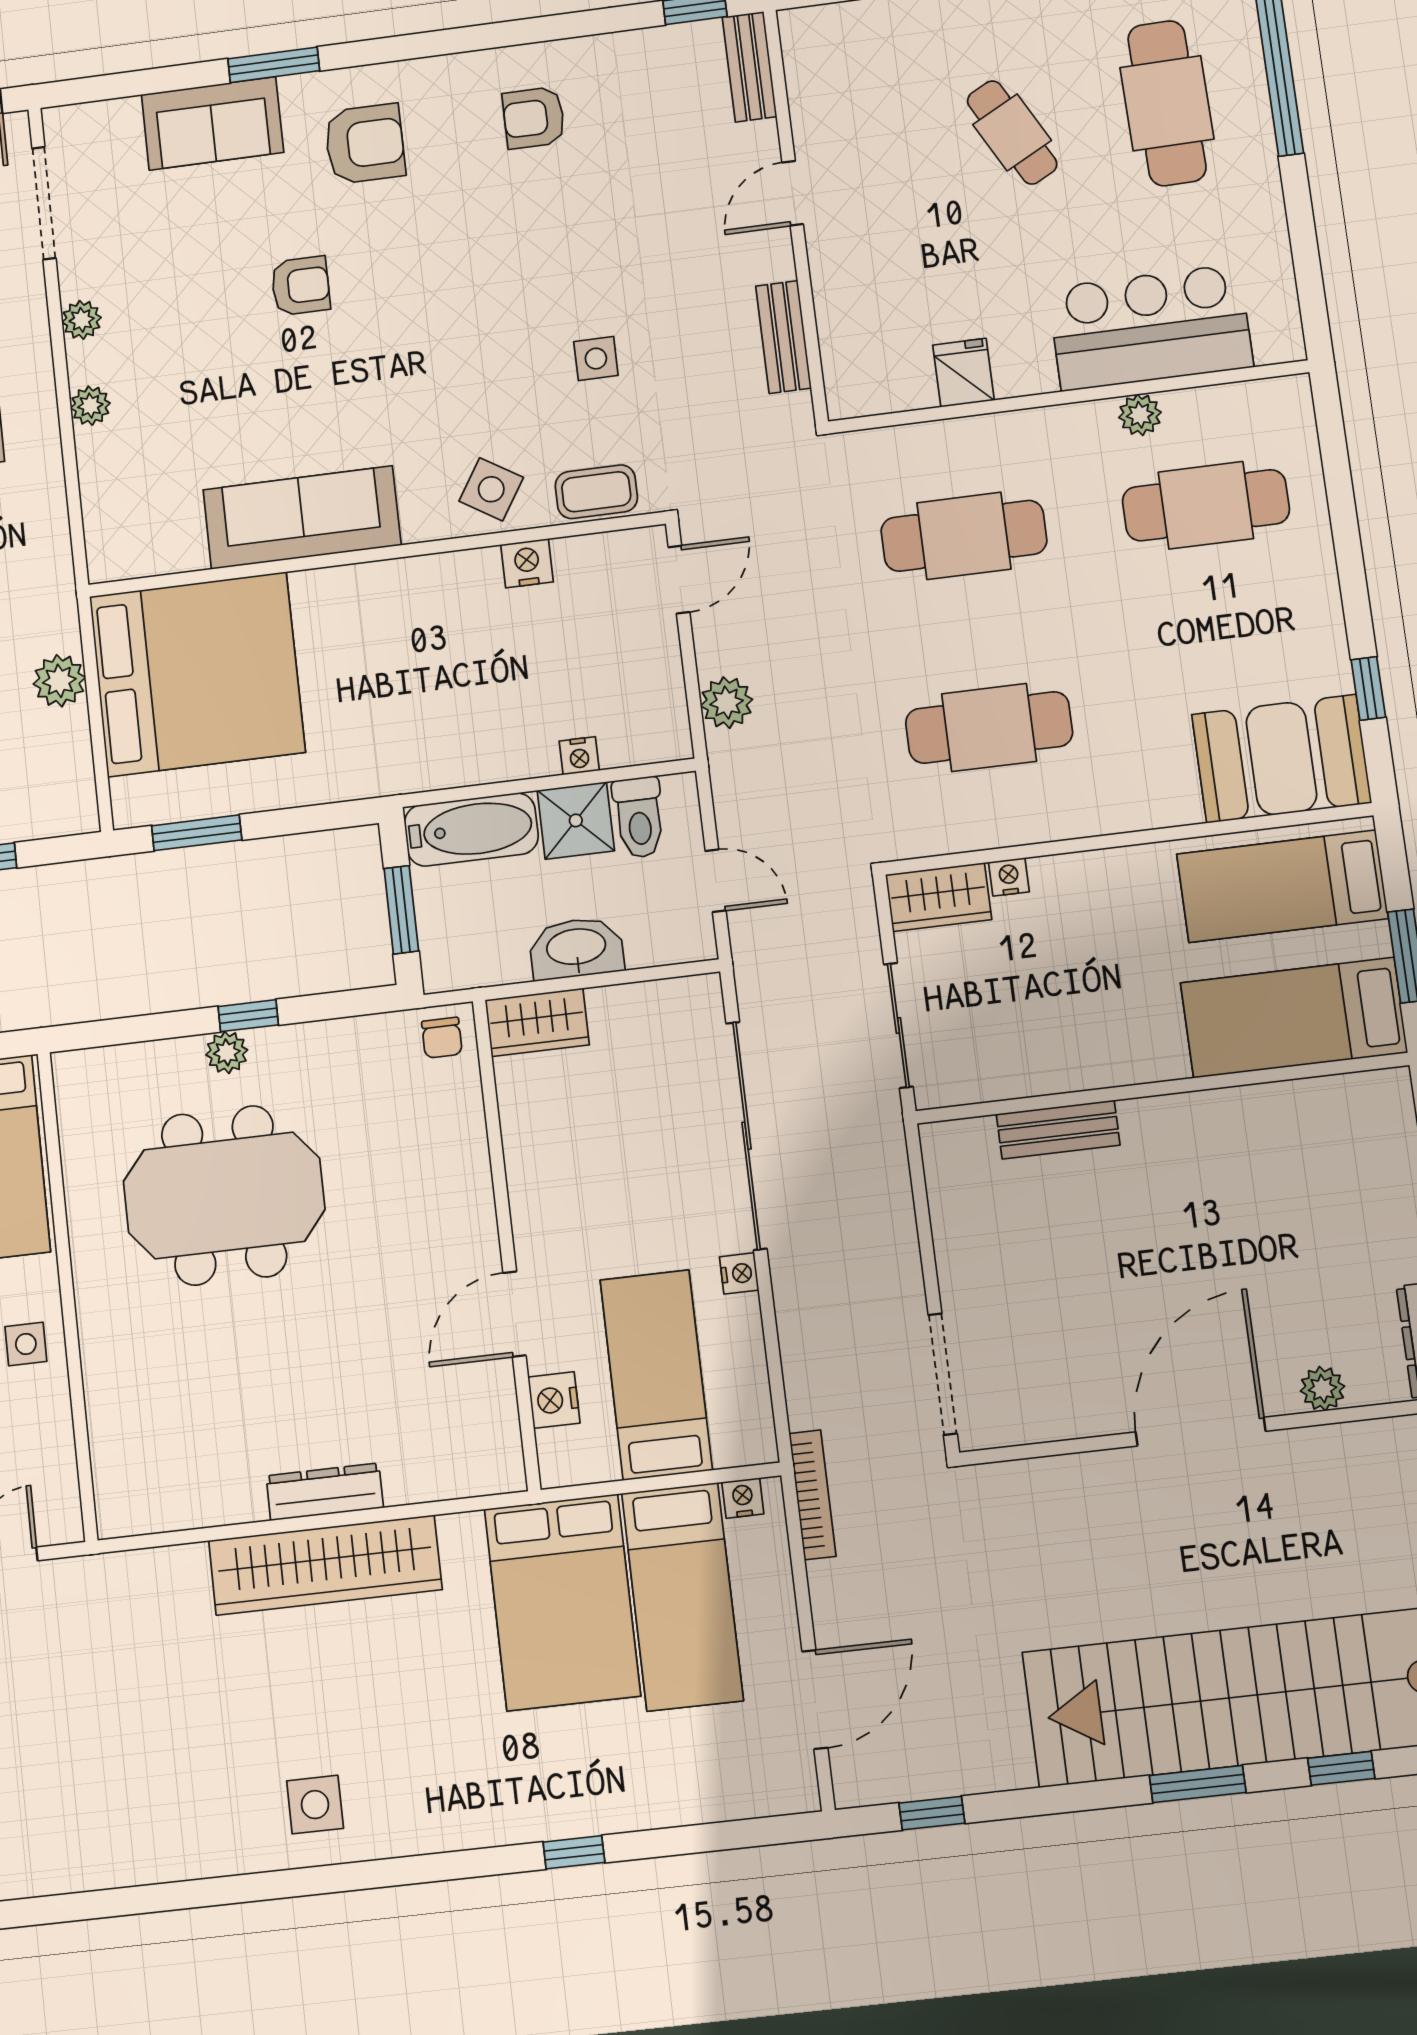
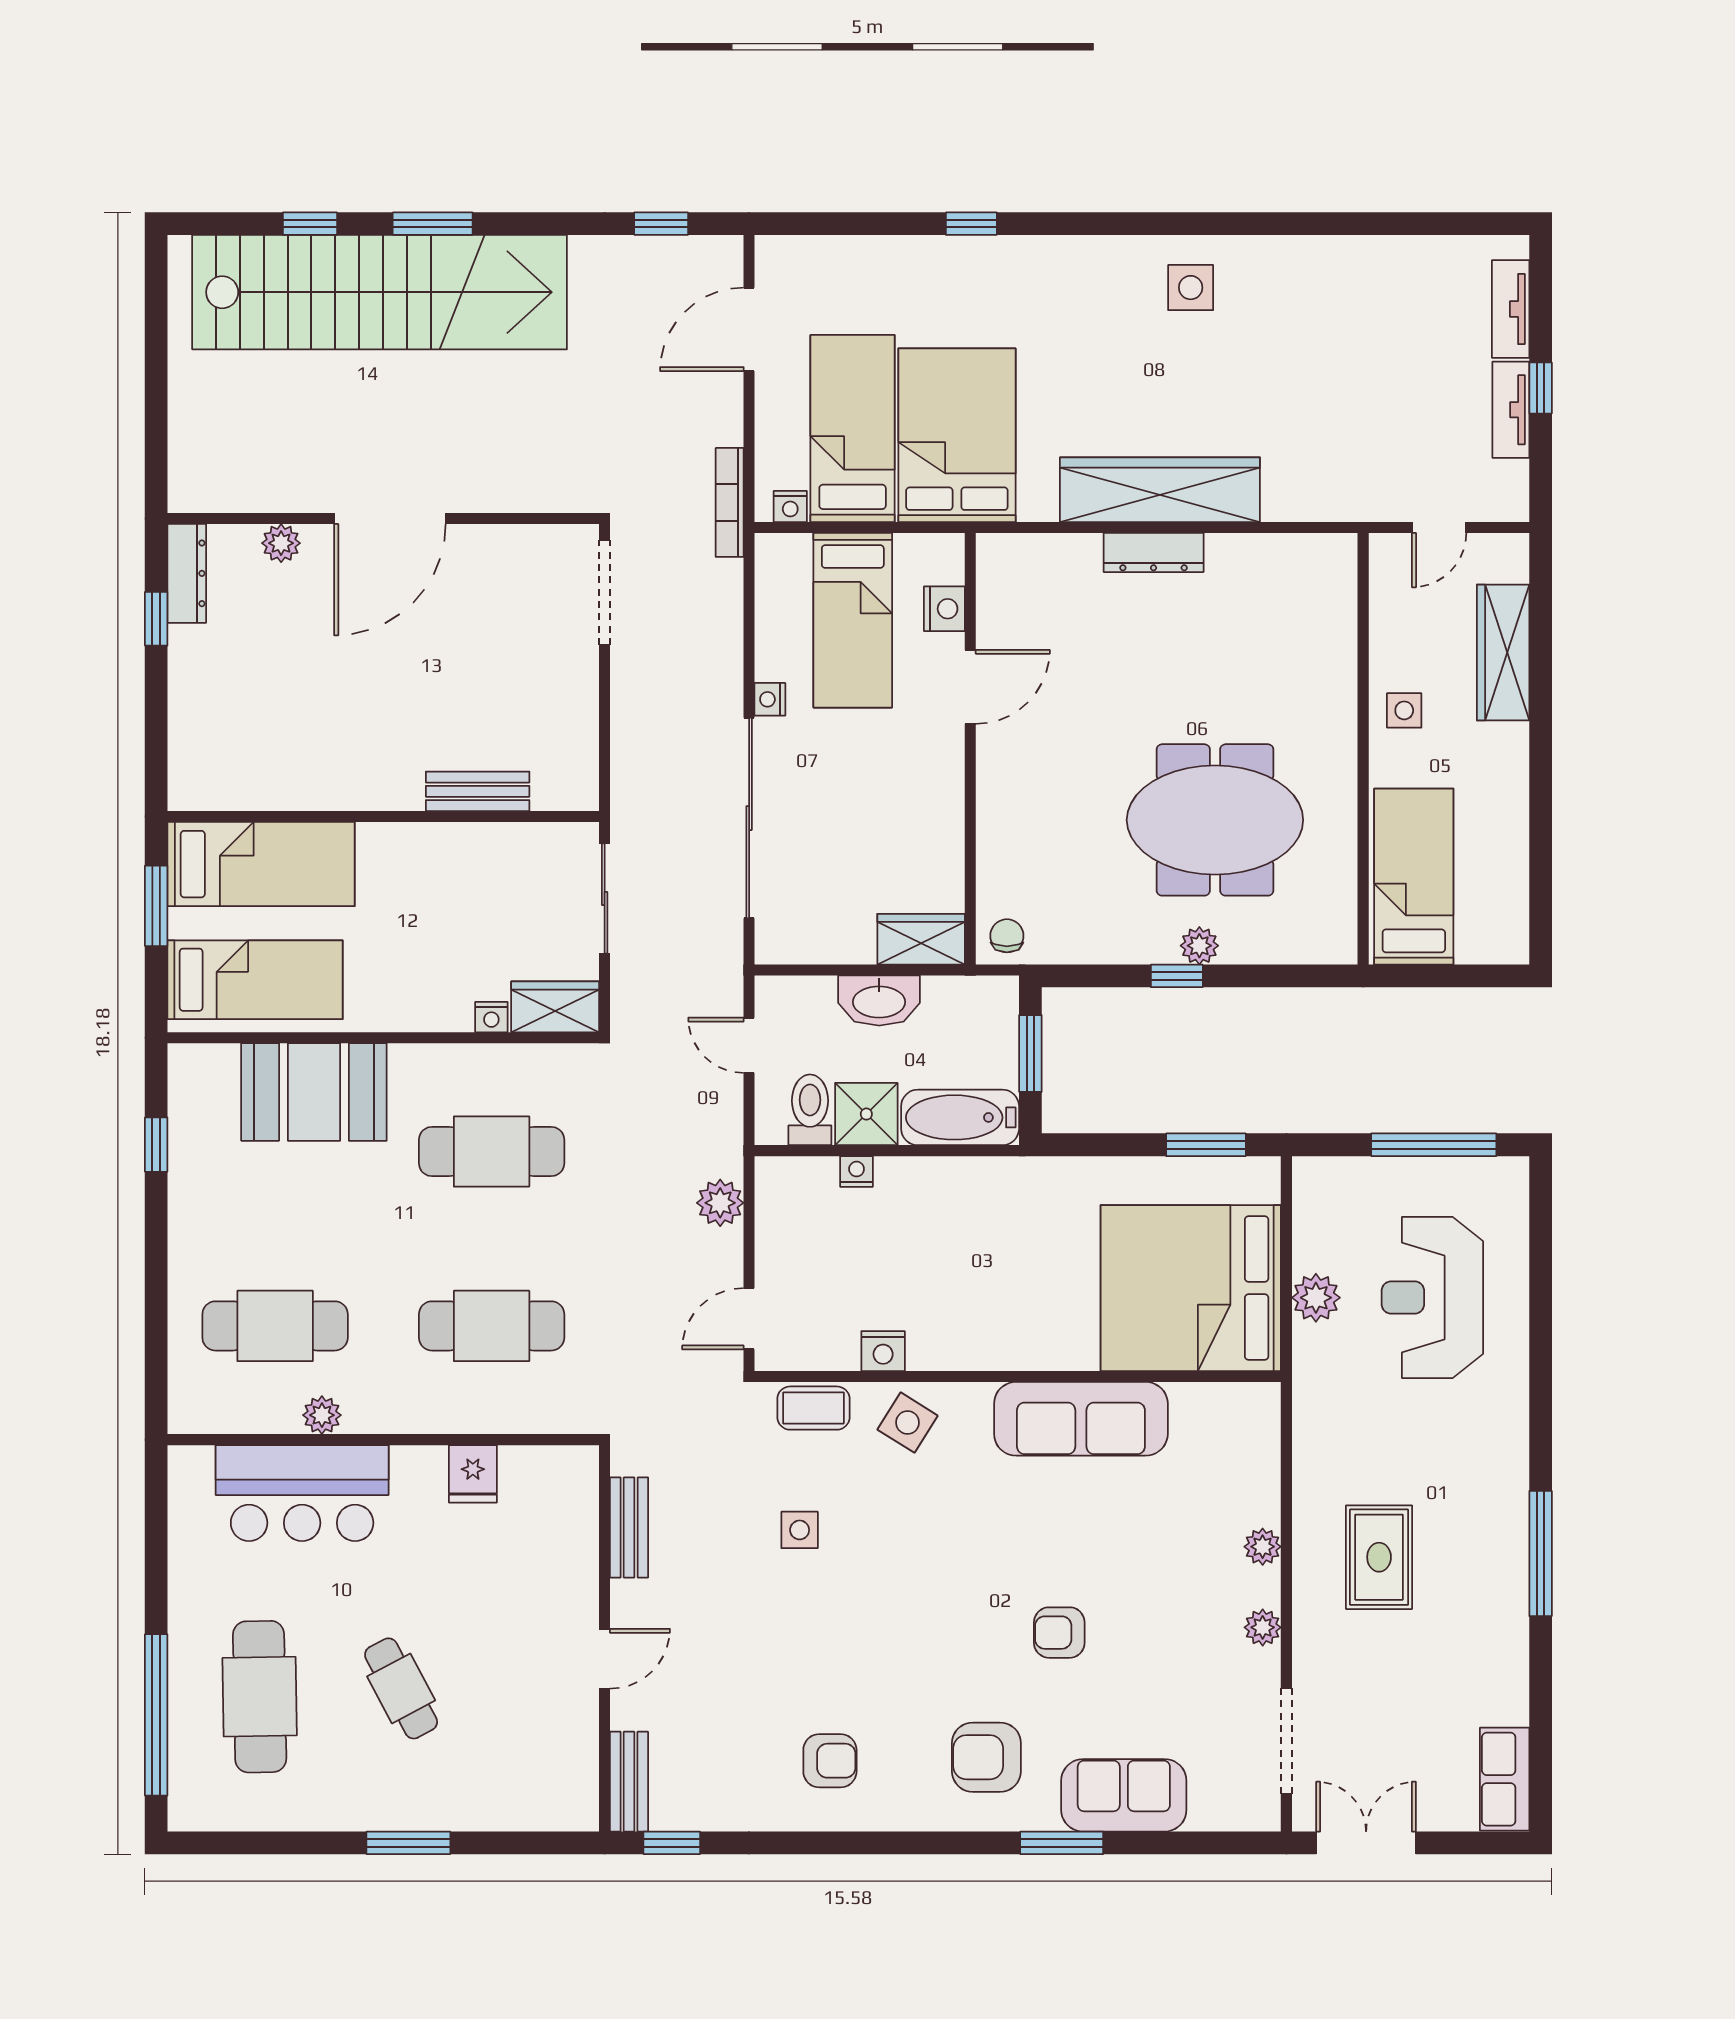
booth: (1281, 759) -> (314, 1092), moved

